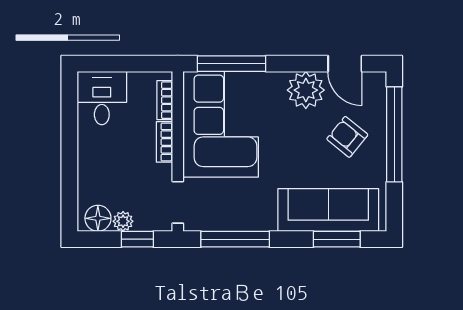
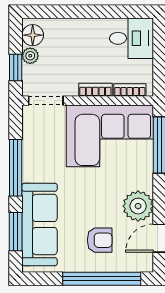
armchair: (347, 137) -> (100, 240), turned 51
window: (235, 239) -> (16, 168), moved

